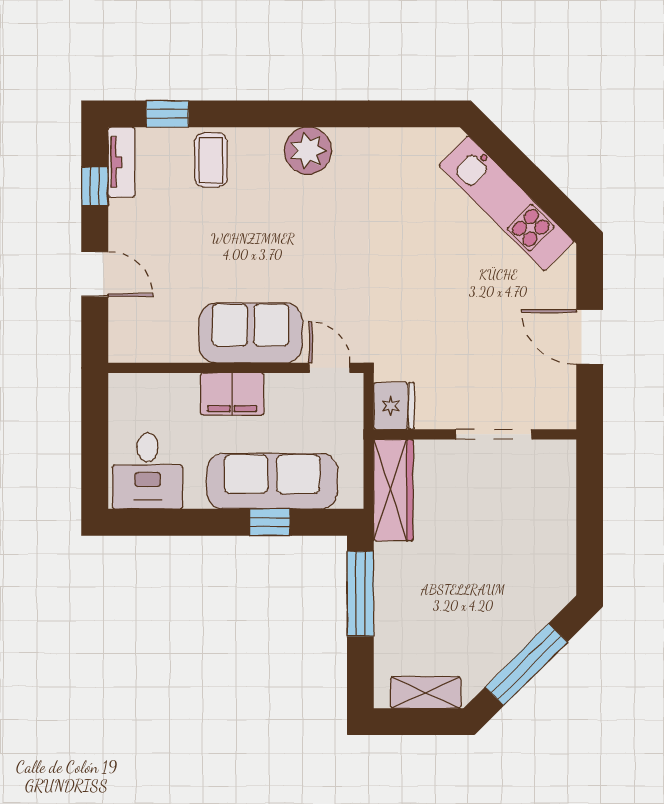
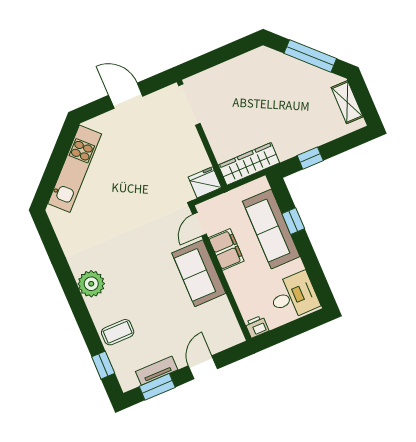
tv unit: (121, 162) -> (157, 371), moved
window: (95, 186) -> (157, 387), width x1.50
door: (590, 337) -> (126, 96), swing flipped
printer: (124, 390) -> (257, 327), added
filing cabinet: (232, 394) -> (226, 249), moved
doorway: (494, 434) -> (189, 105), moved
window: (360, 594) -> (310, 158), width x0.46

